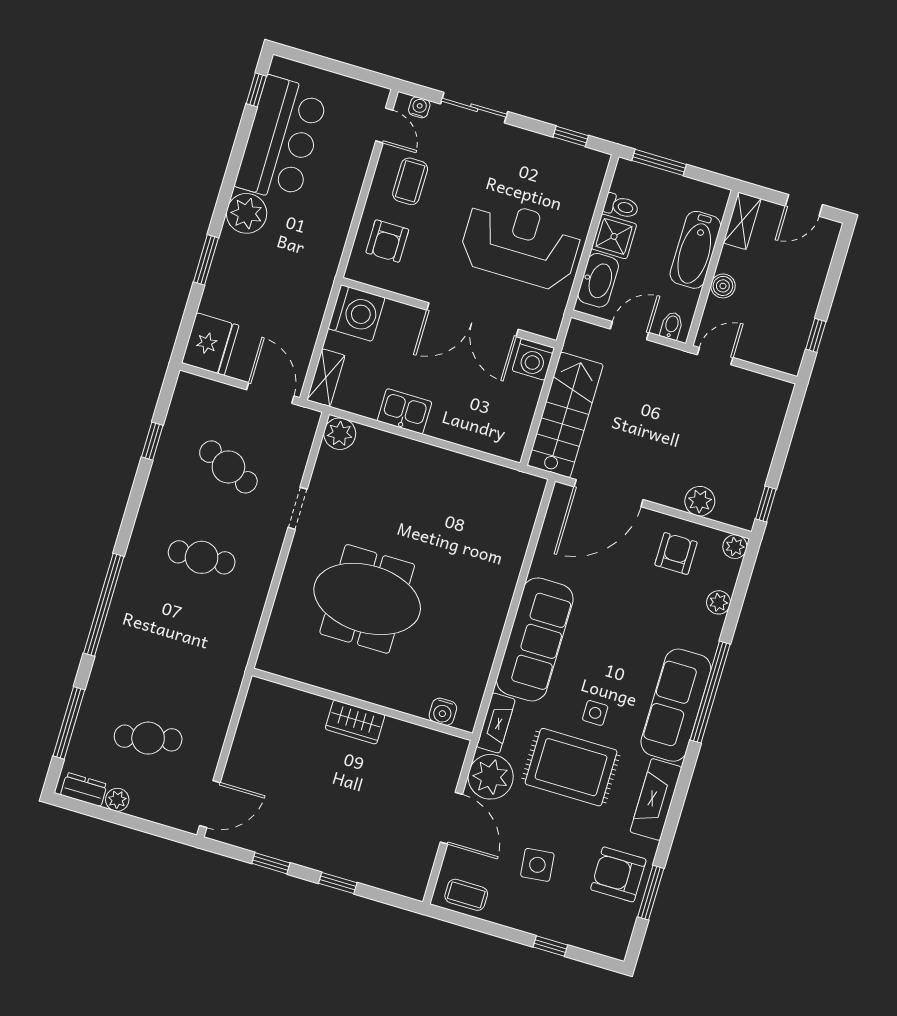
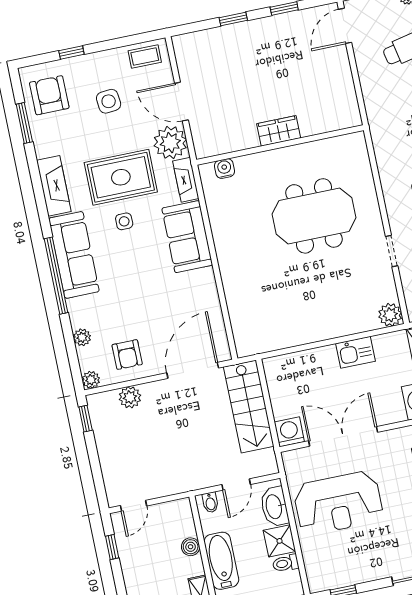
door: (715, 356) -> (134, 506), moved
sofa: (535, 639) -> (187, 237), width x0.73
armchair: (618, 874) -> (49, 95), moved, turned -90

